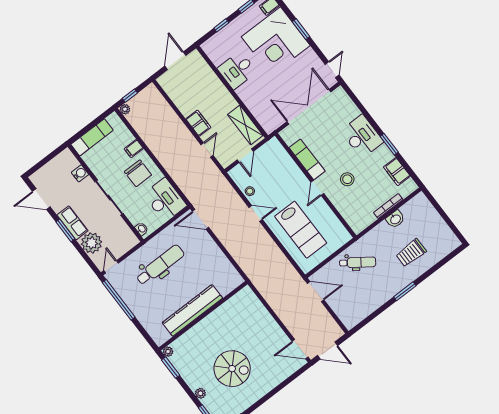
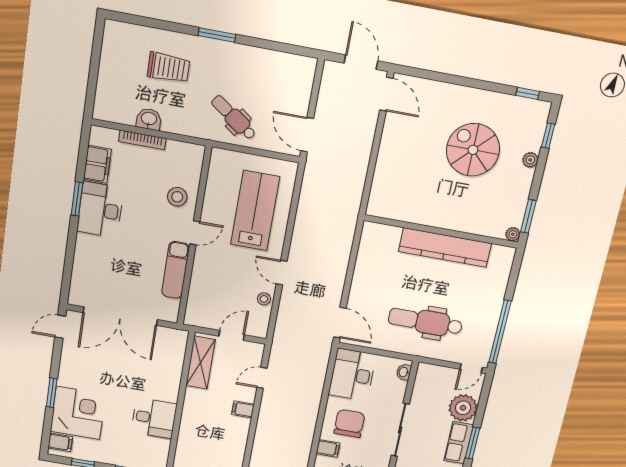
corner desk: (276, 41) -> (78, 413), width x0.74, depth x0.74
filing cabinet: (198, 123) -> (243, 409), width x0.50
desk: (362, 136) -> (100, 210), moved
stool: (347, 179) -> (177, 197), moved

